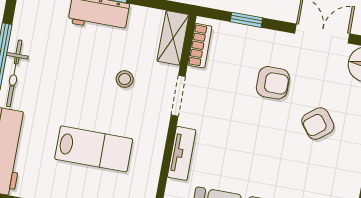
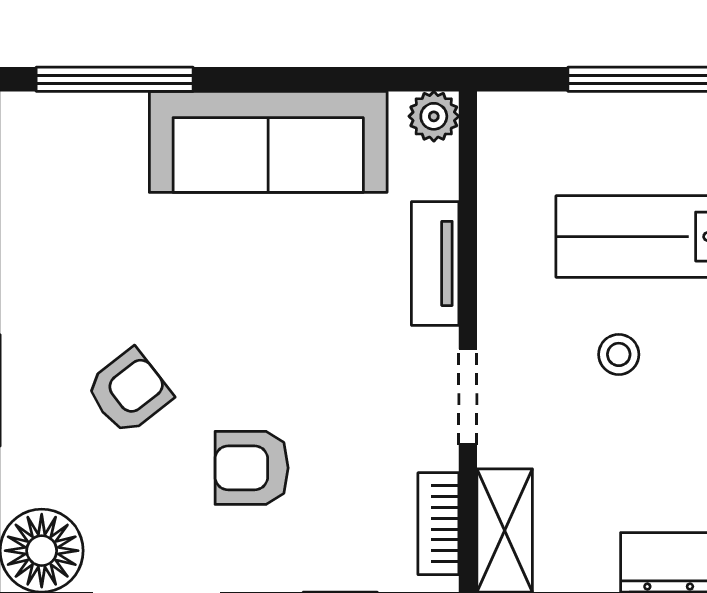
stool: (125, 79) -> (619, 354), moved

